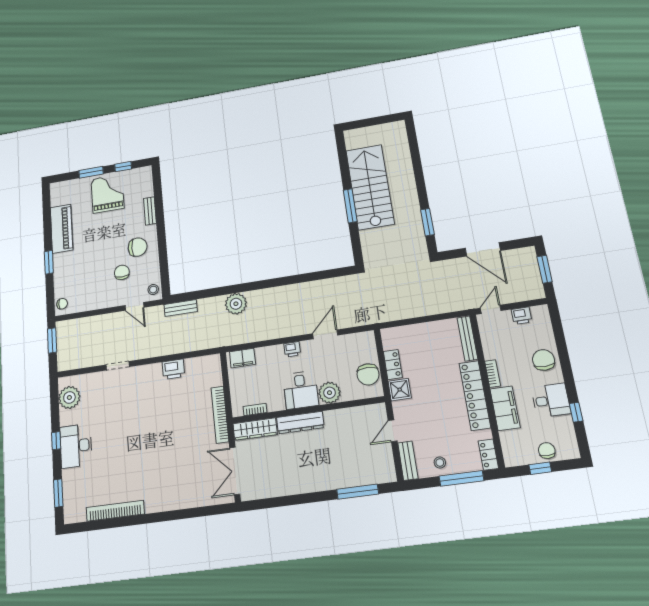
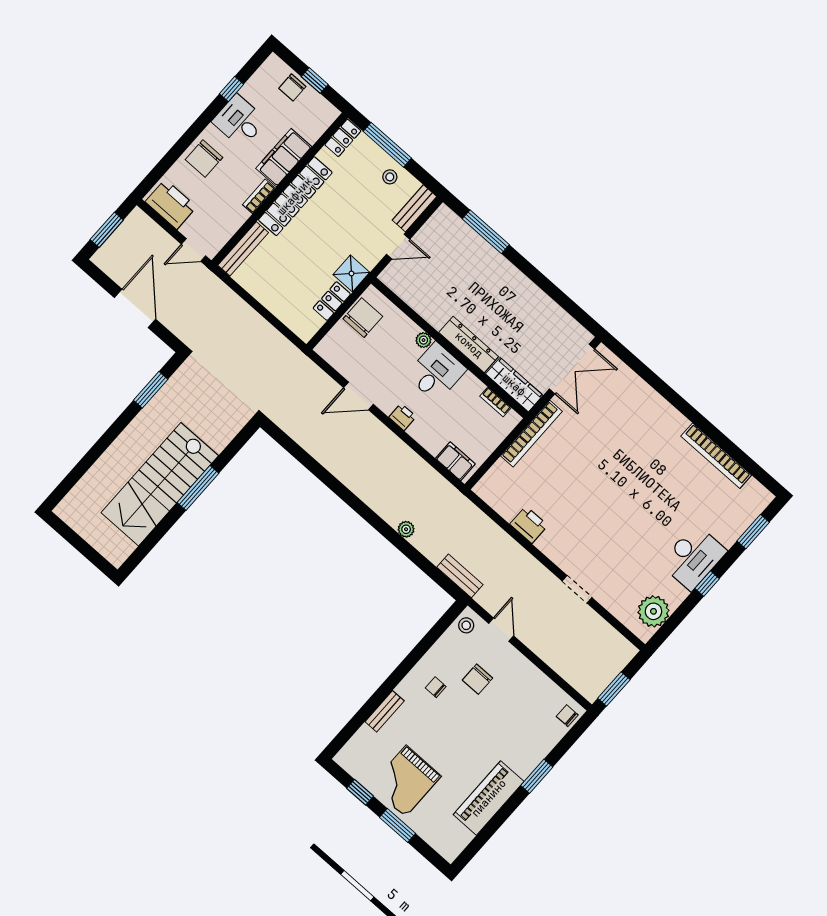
chair: (138, 247) -> (436, 687), width x0.54, depth x0.54
plant: (236, 304) -> (406, 529), width x0.53, depth x0.53
printer: (522, 316) -> (171, 204), width x1.87, depth x1.48
plant: (329, 393) -> (423, 340), width x0.53, depth x0.53

